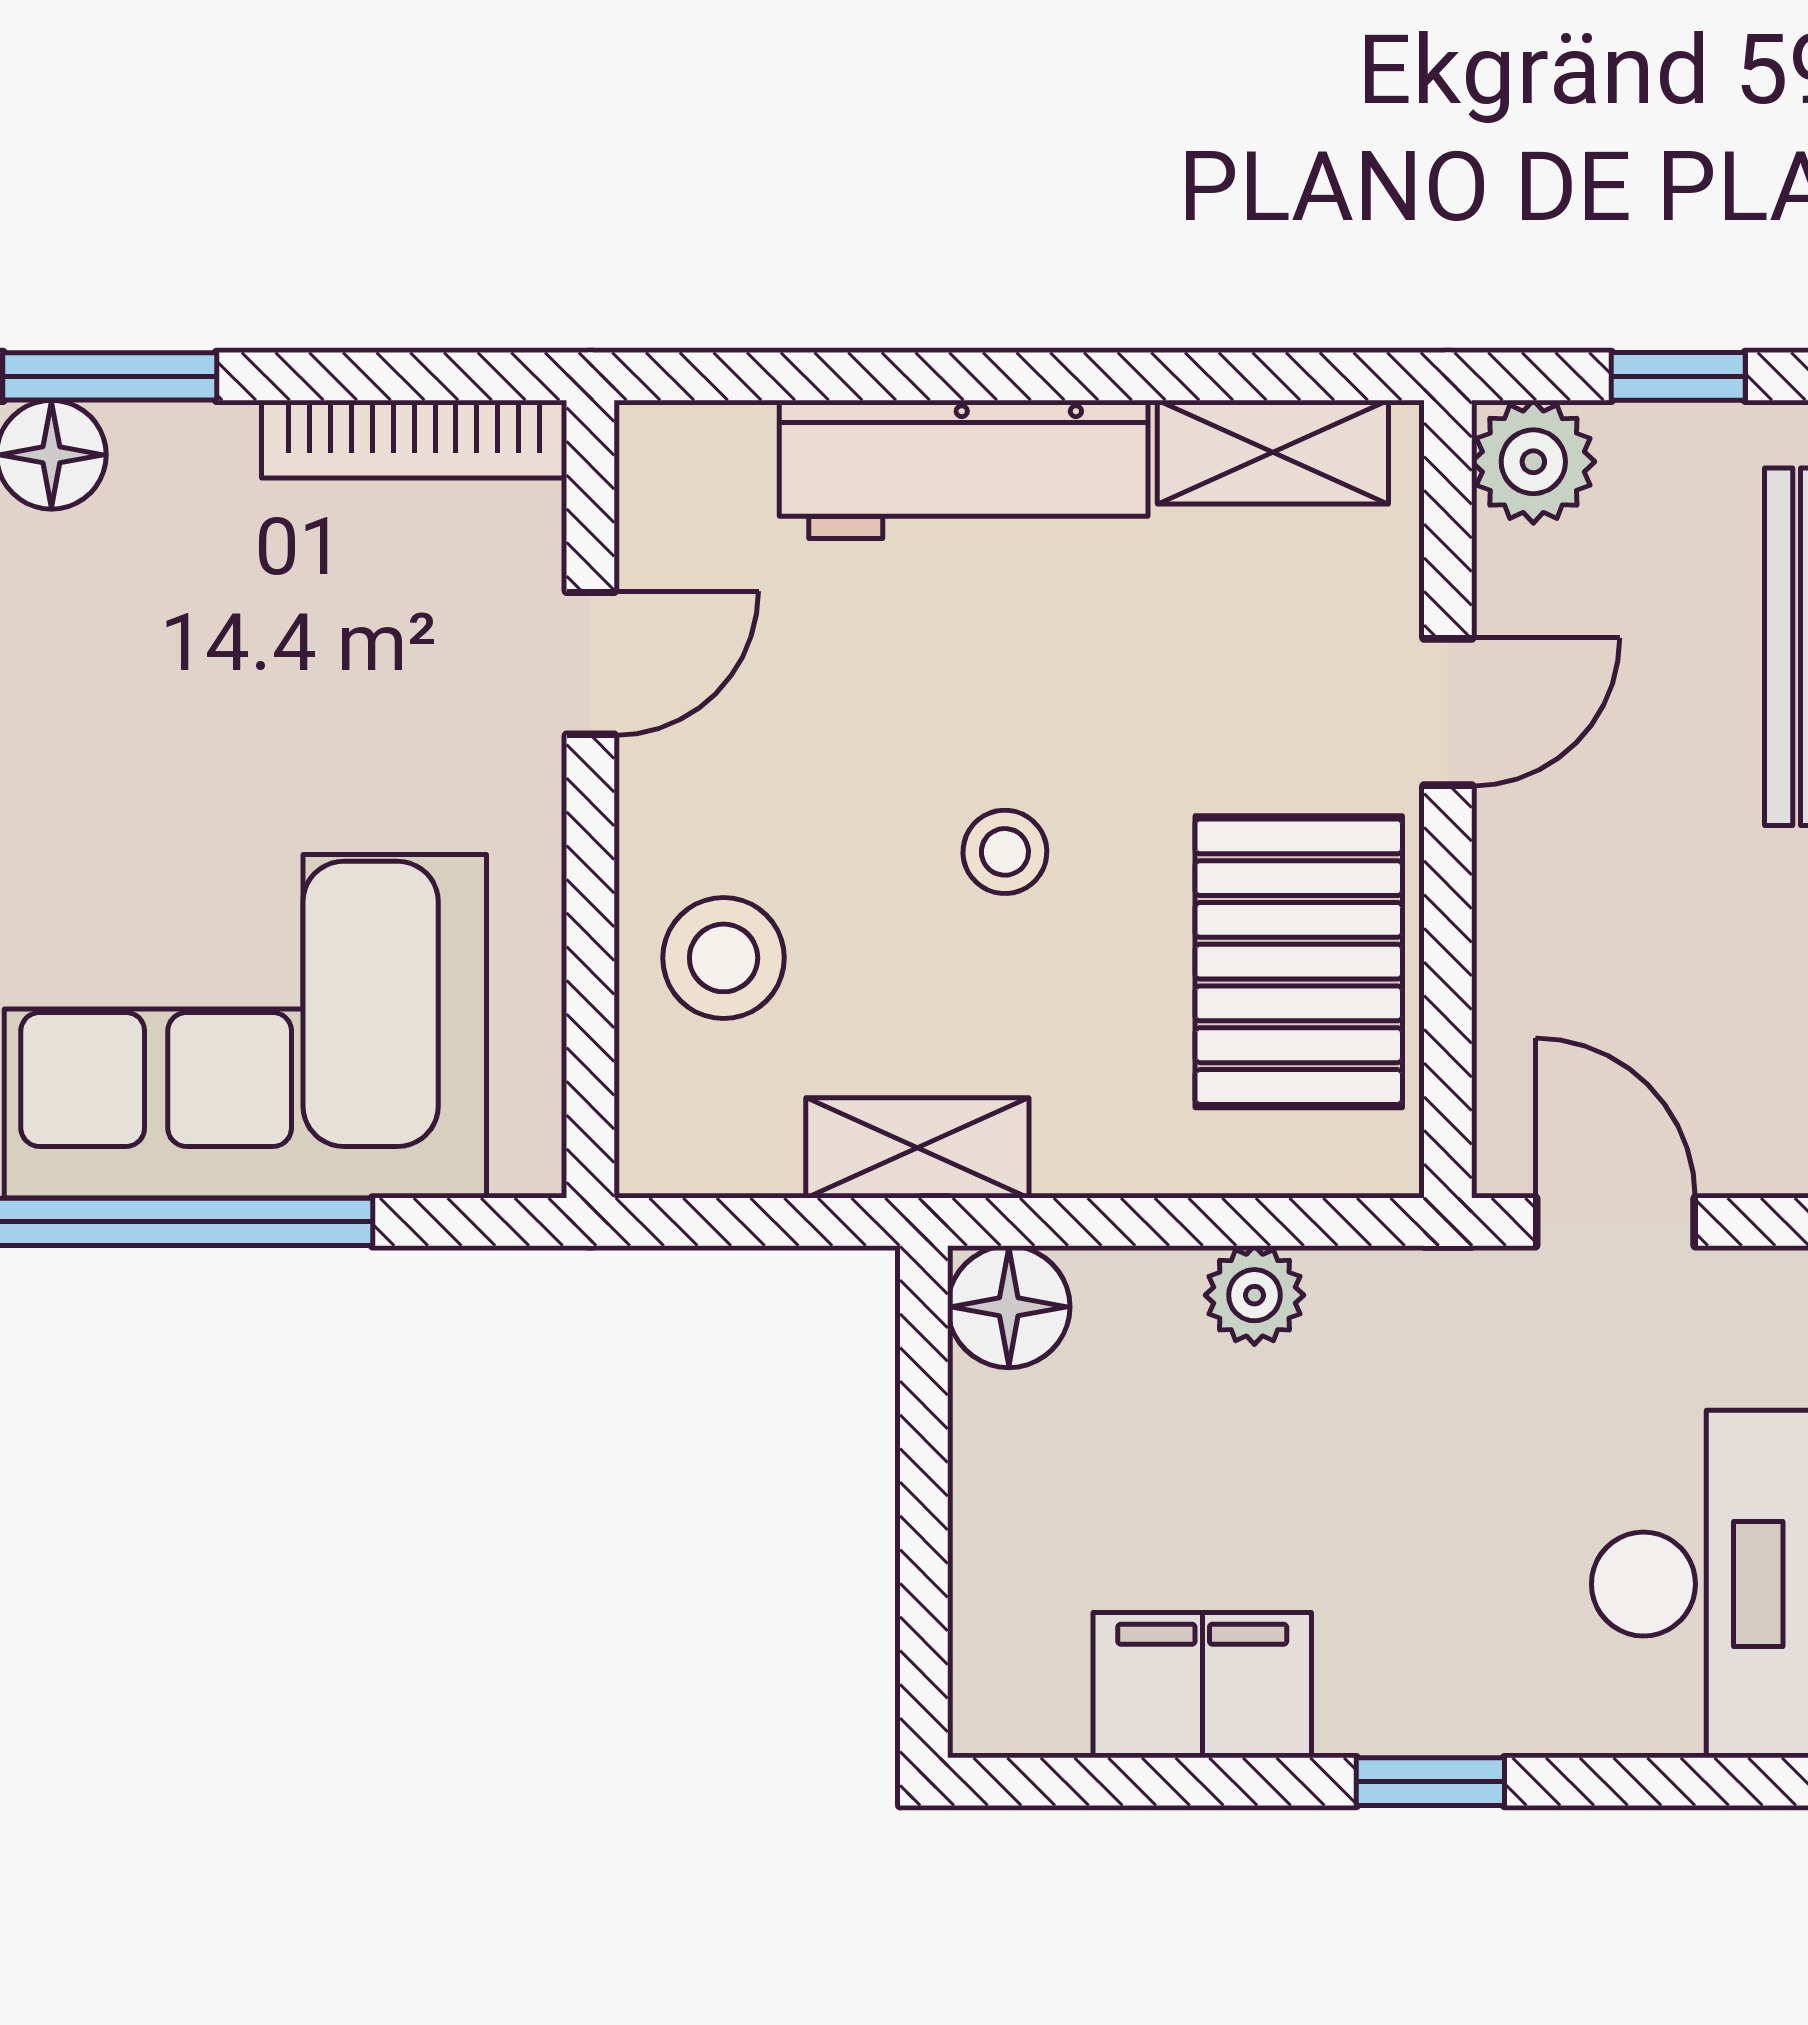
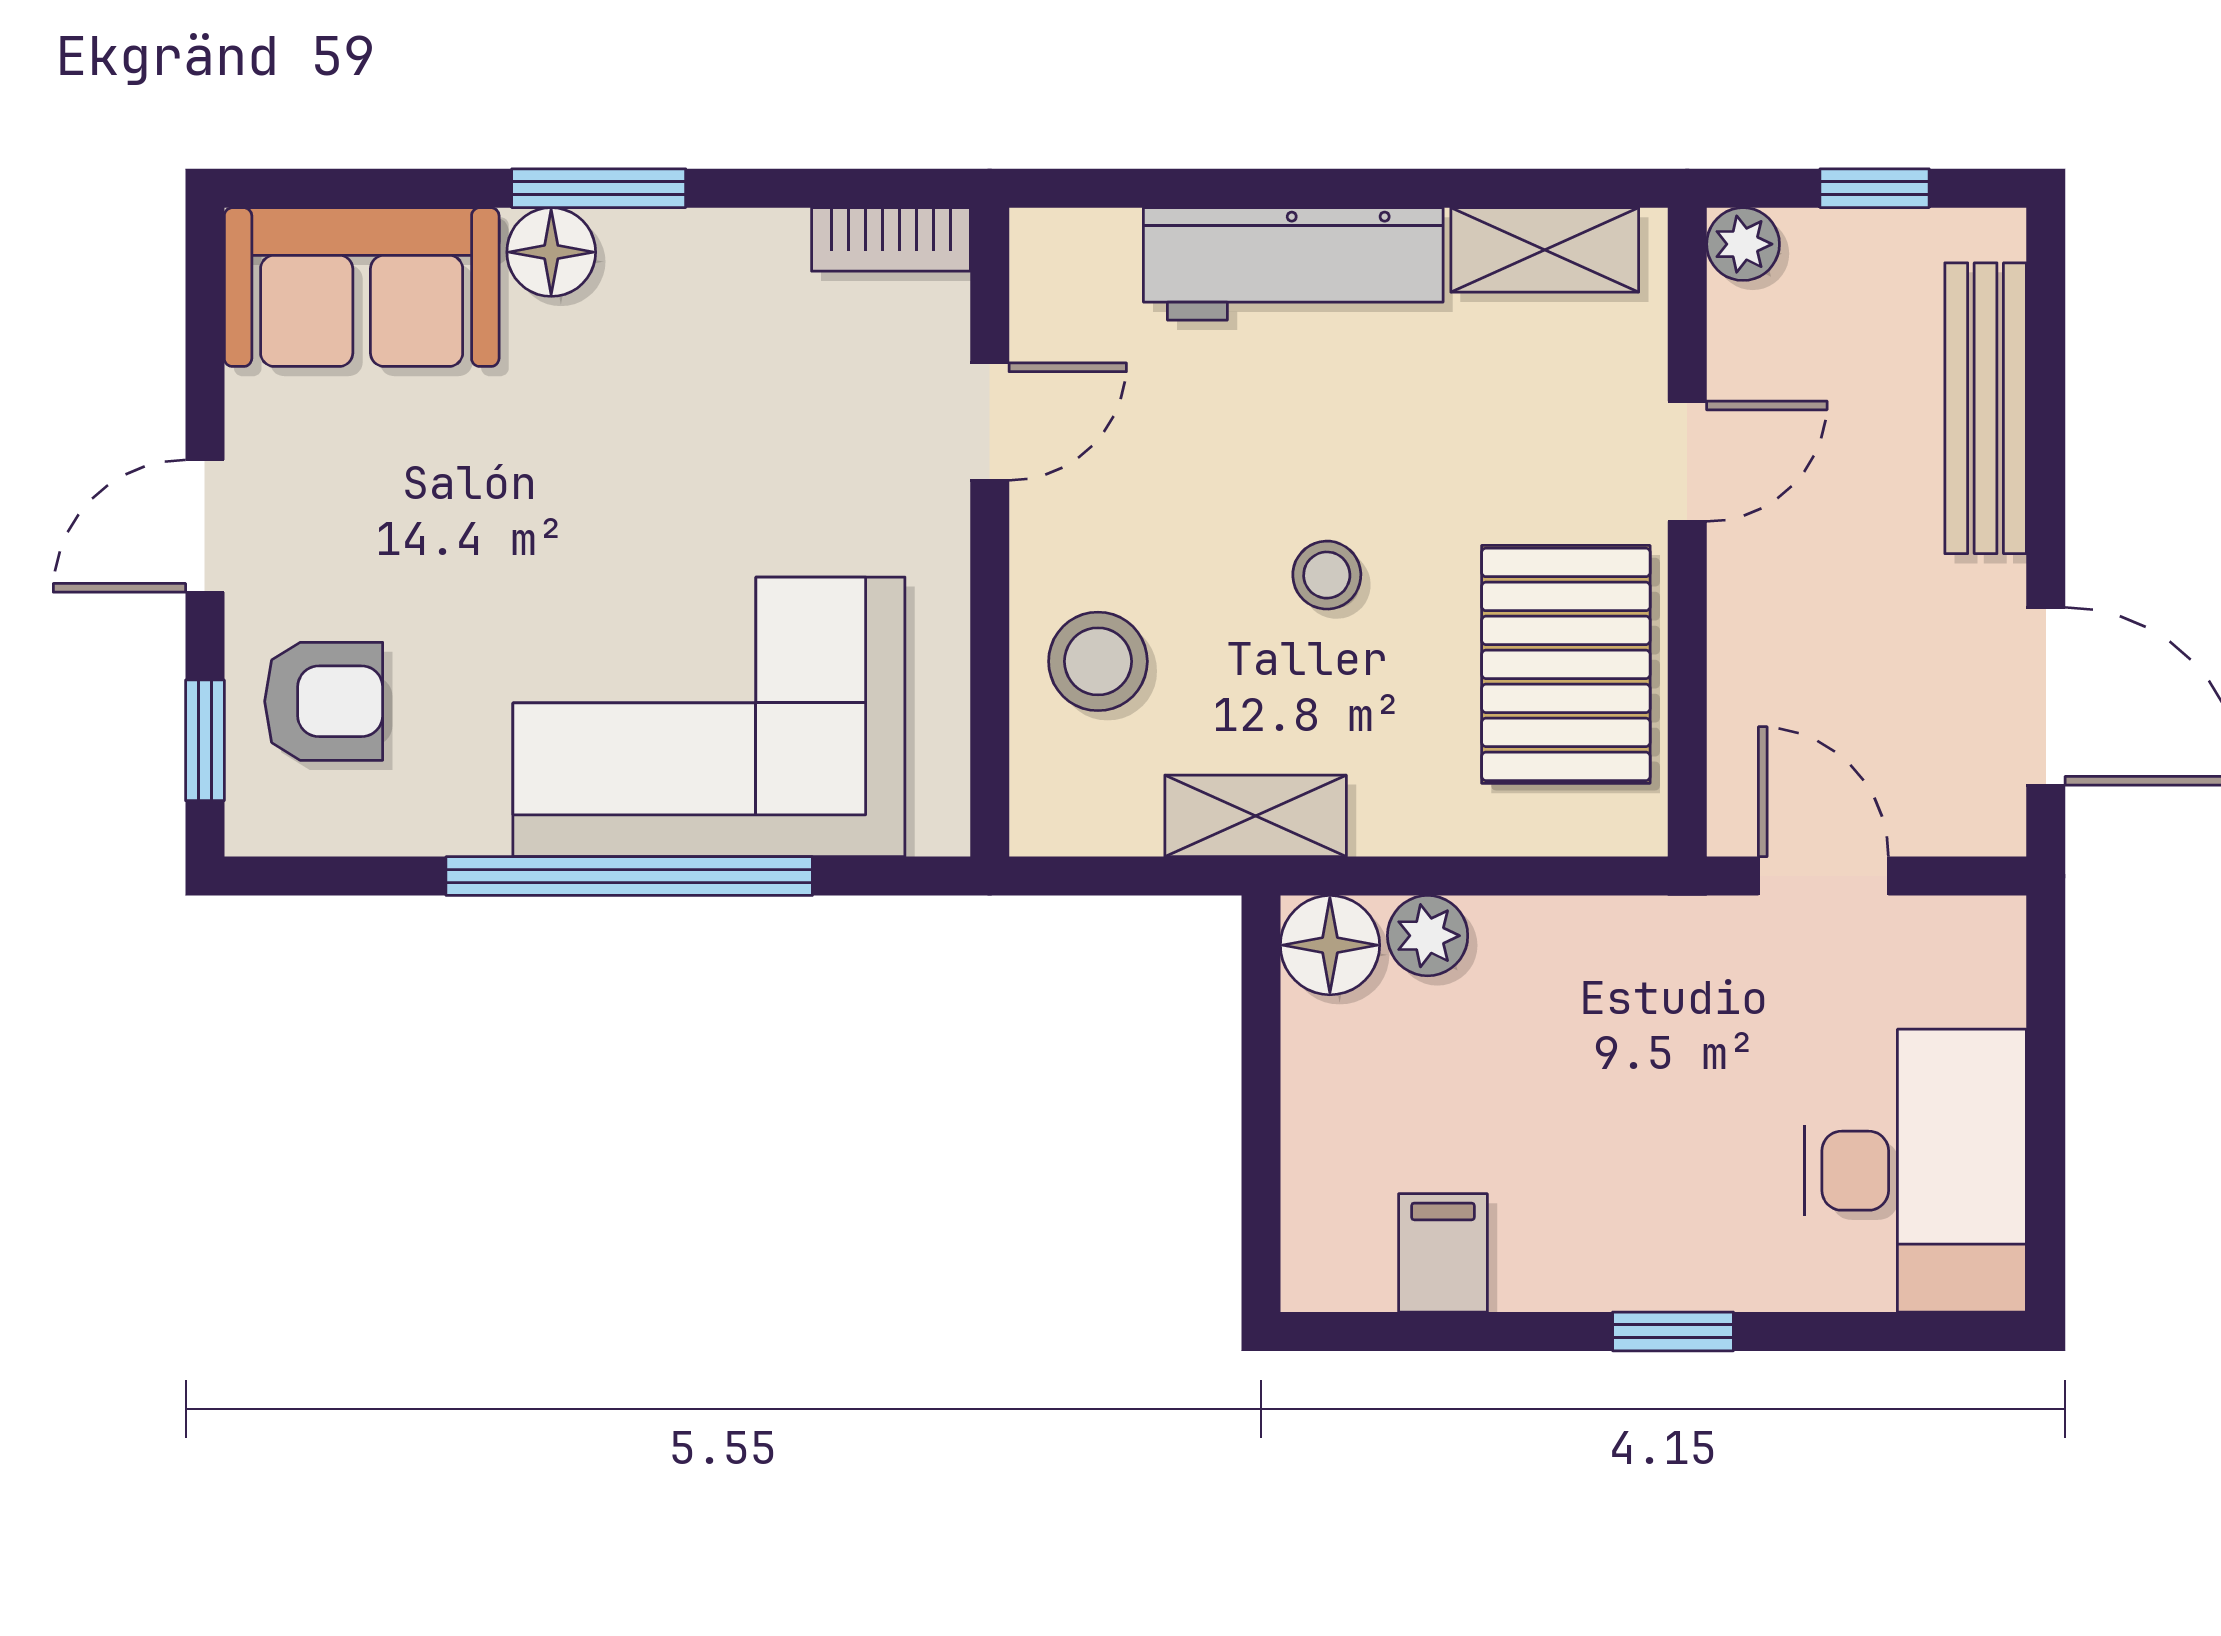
bookcase: (414, 439) -> (891, 239), width x0.64
plant: (1533, 462) -> (1743, 244), width x0.73, depth x0.73
plant: (1254, 1295) -> (1428, 936), moved
filing cabinet: (1202, 1685) -> (1443, 1253), width x0.50

